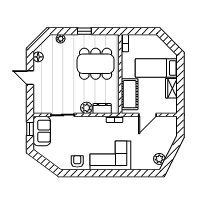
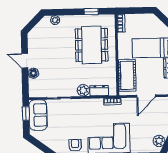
window: (84, 31) -> (91, 12), moved
floor lamp: (38, 57) -> (33, 73), moved
dining table: (96, 64) -> (92, 45), turned 90

